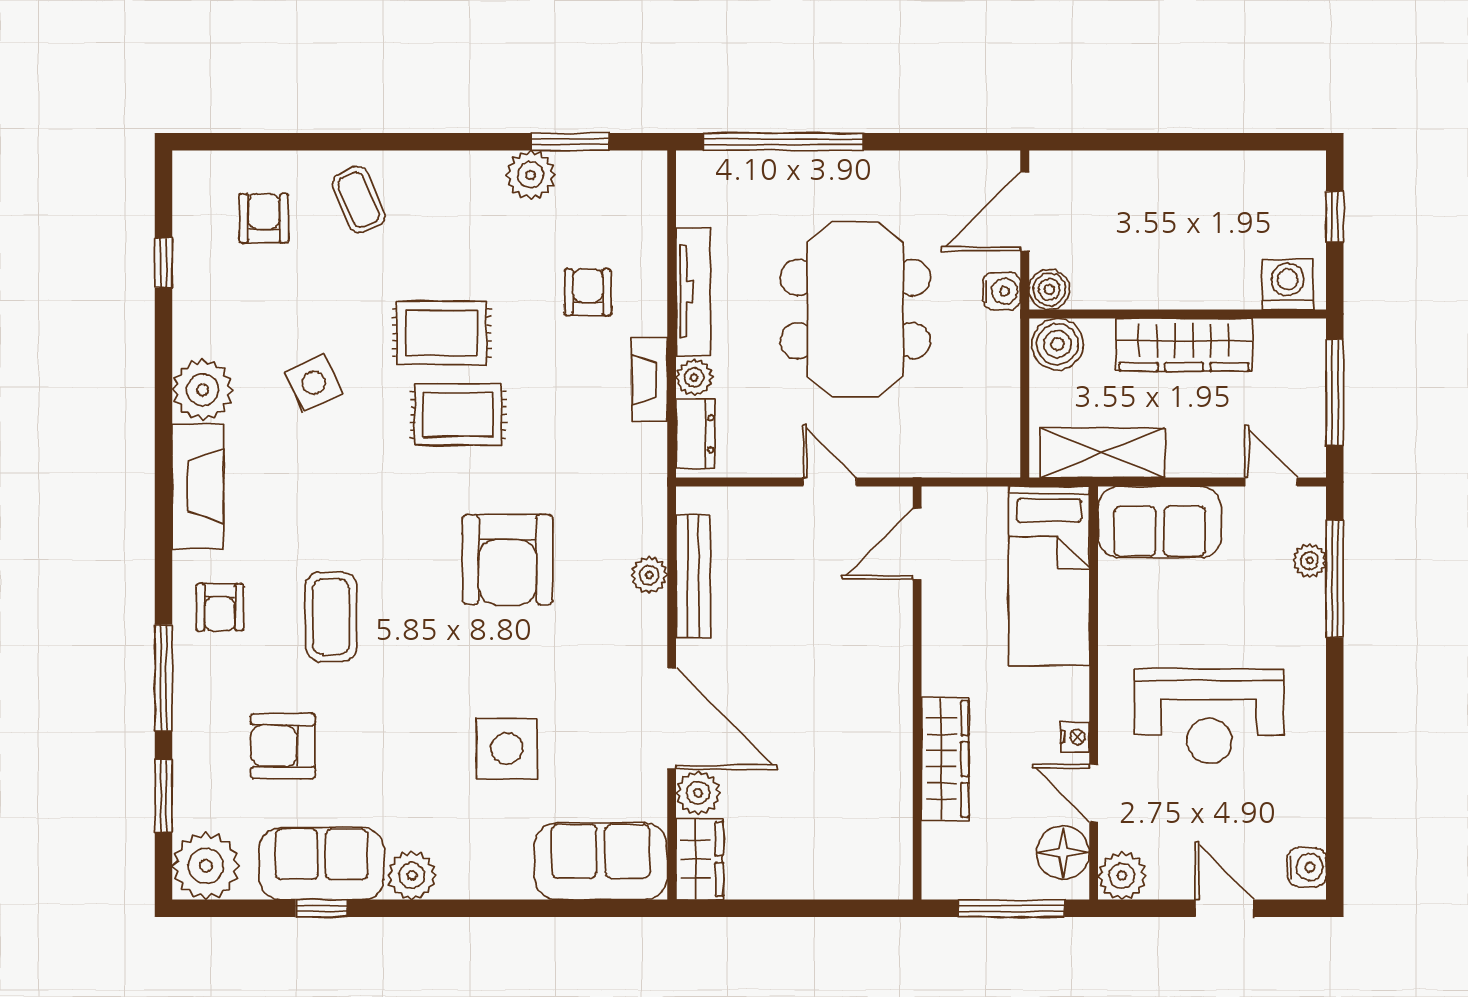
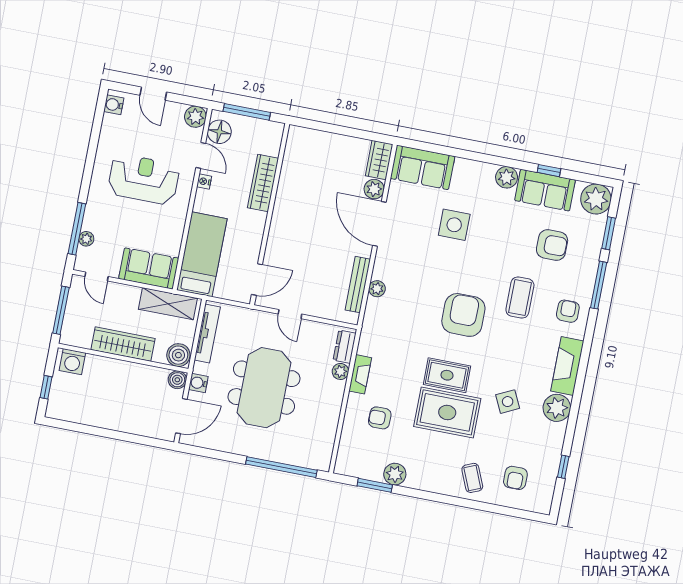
armchair: (588, 292) -> (380, 418), turned 90
tv unit: (693, 292) -> (207, 334), moved, turned 180
rug: (442, 333) -> (447, 412), width x1.36, depth x1.43
armchair: (508, 560) -> (463, 315), moved

